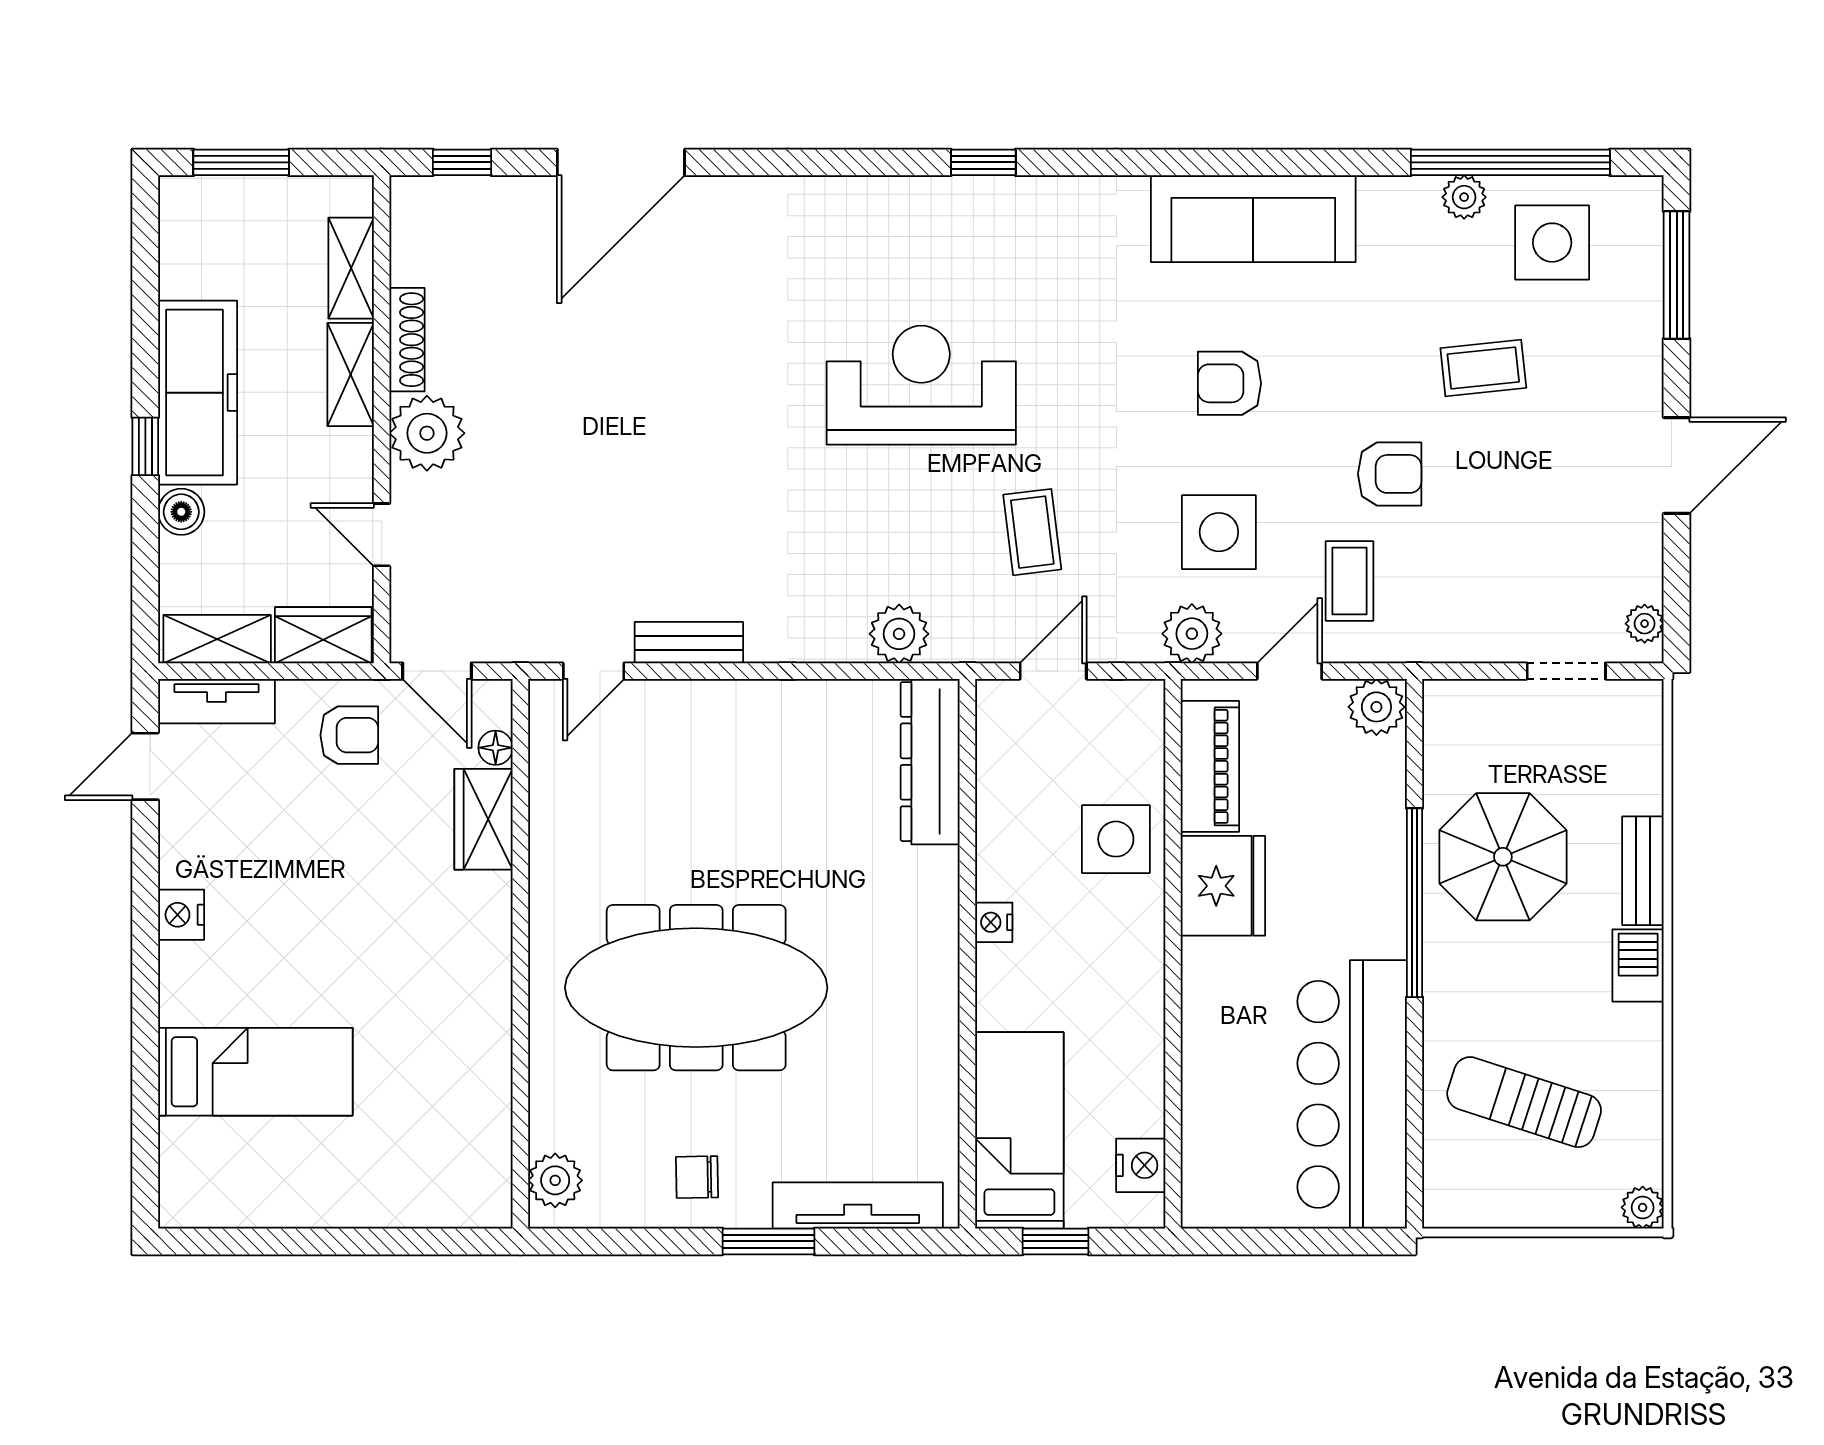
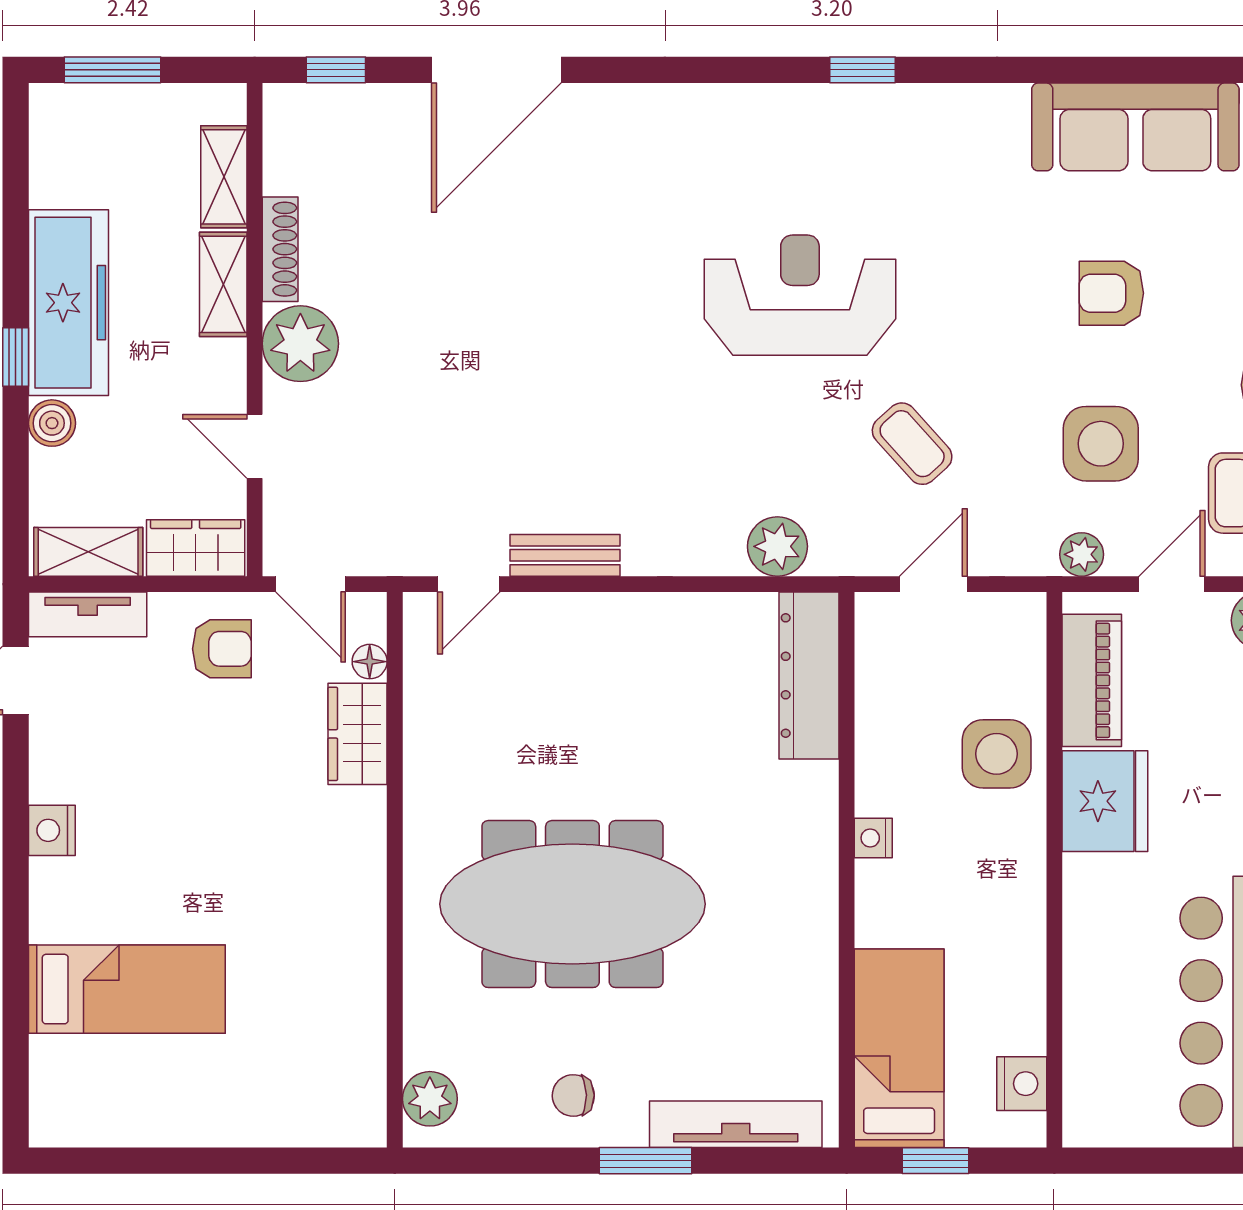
coffee table: (1032, 532) -> (912, 444), turned -35
plant: (1192, 634) -> (1082, 554), width x0.73, depth x0.73

